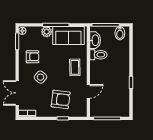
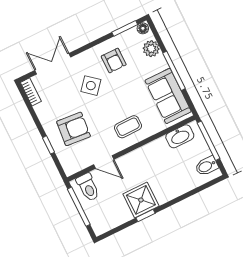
plant: (47, 32) -> (151, 49), moved
toilet: (98, 55) -> (88, 187), moved
shower: (121, 81) -> (141, 200), added
armchair: (61, 99) -> (74, 129), turned -92

